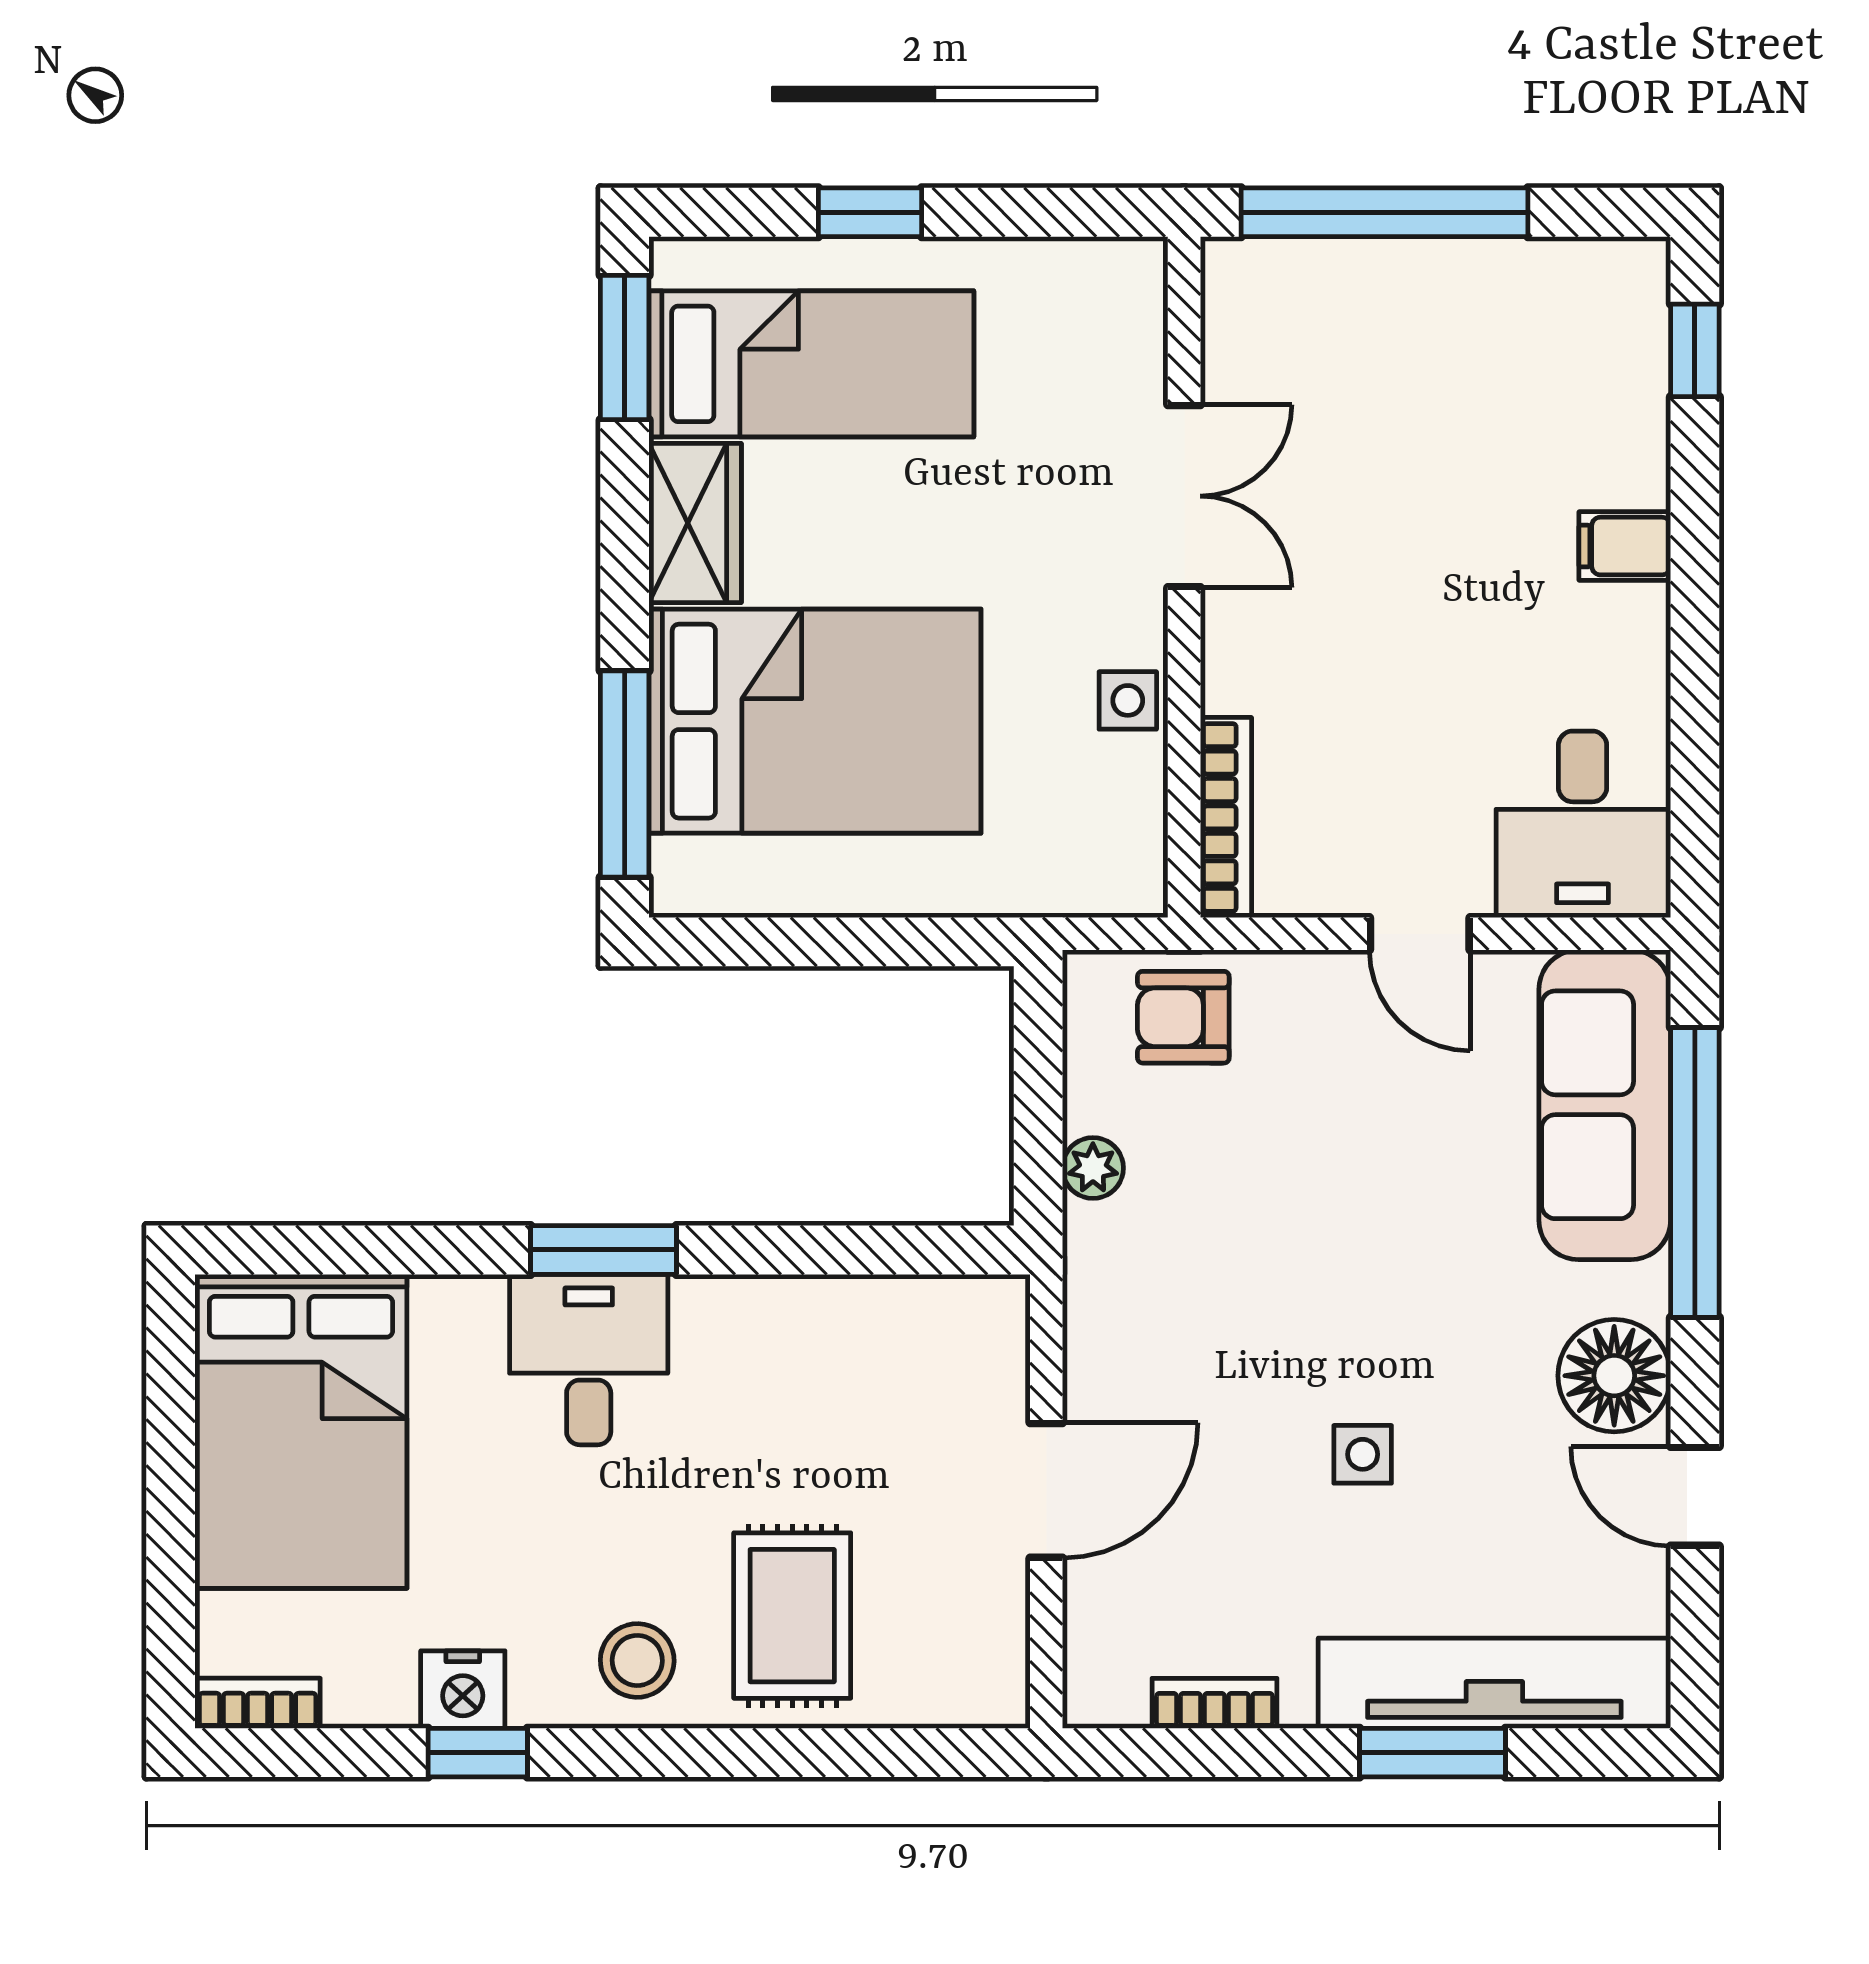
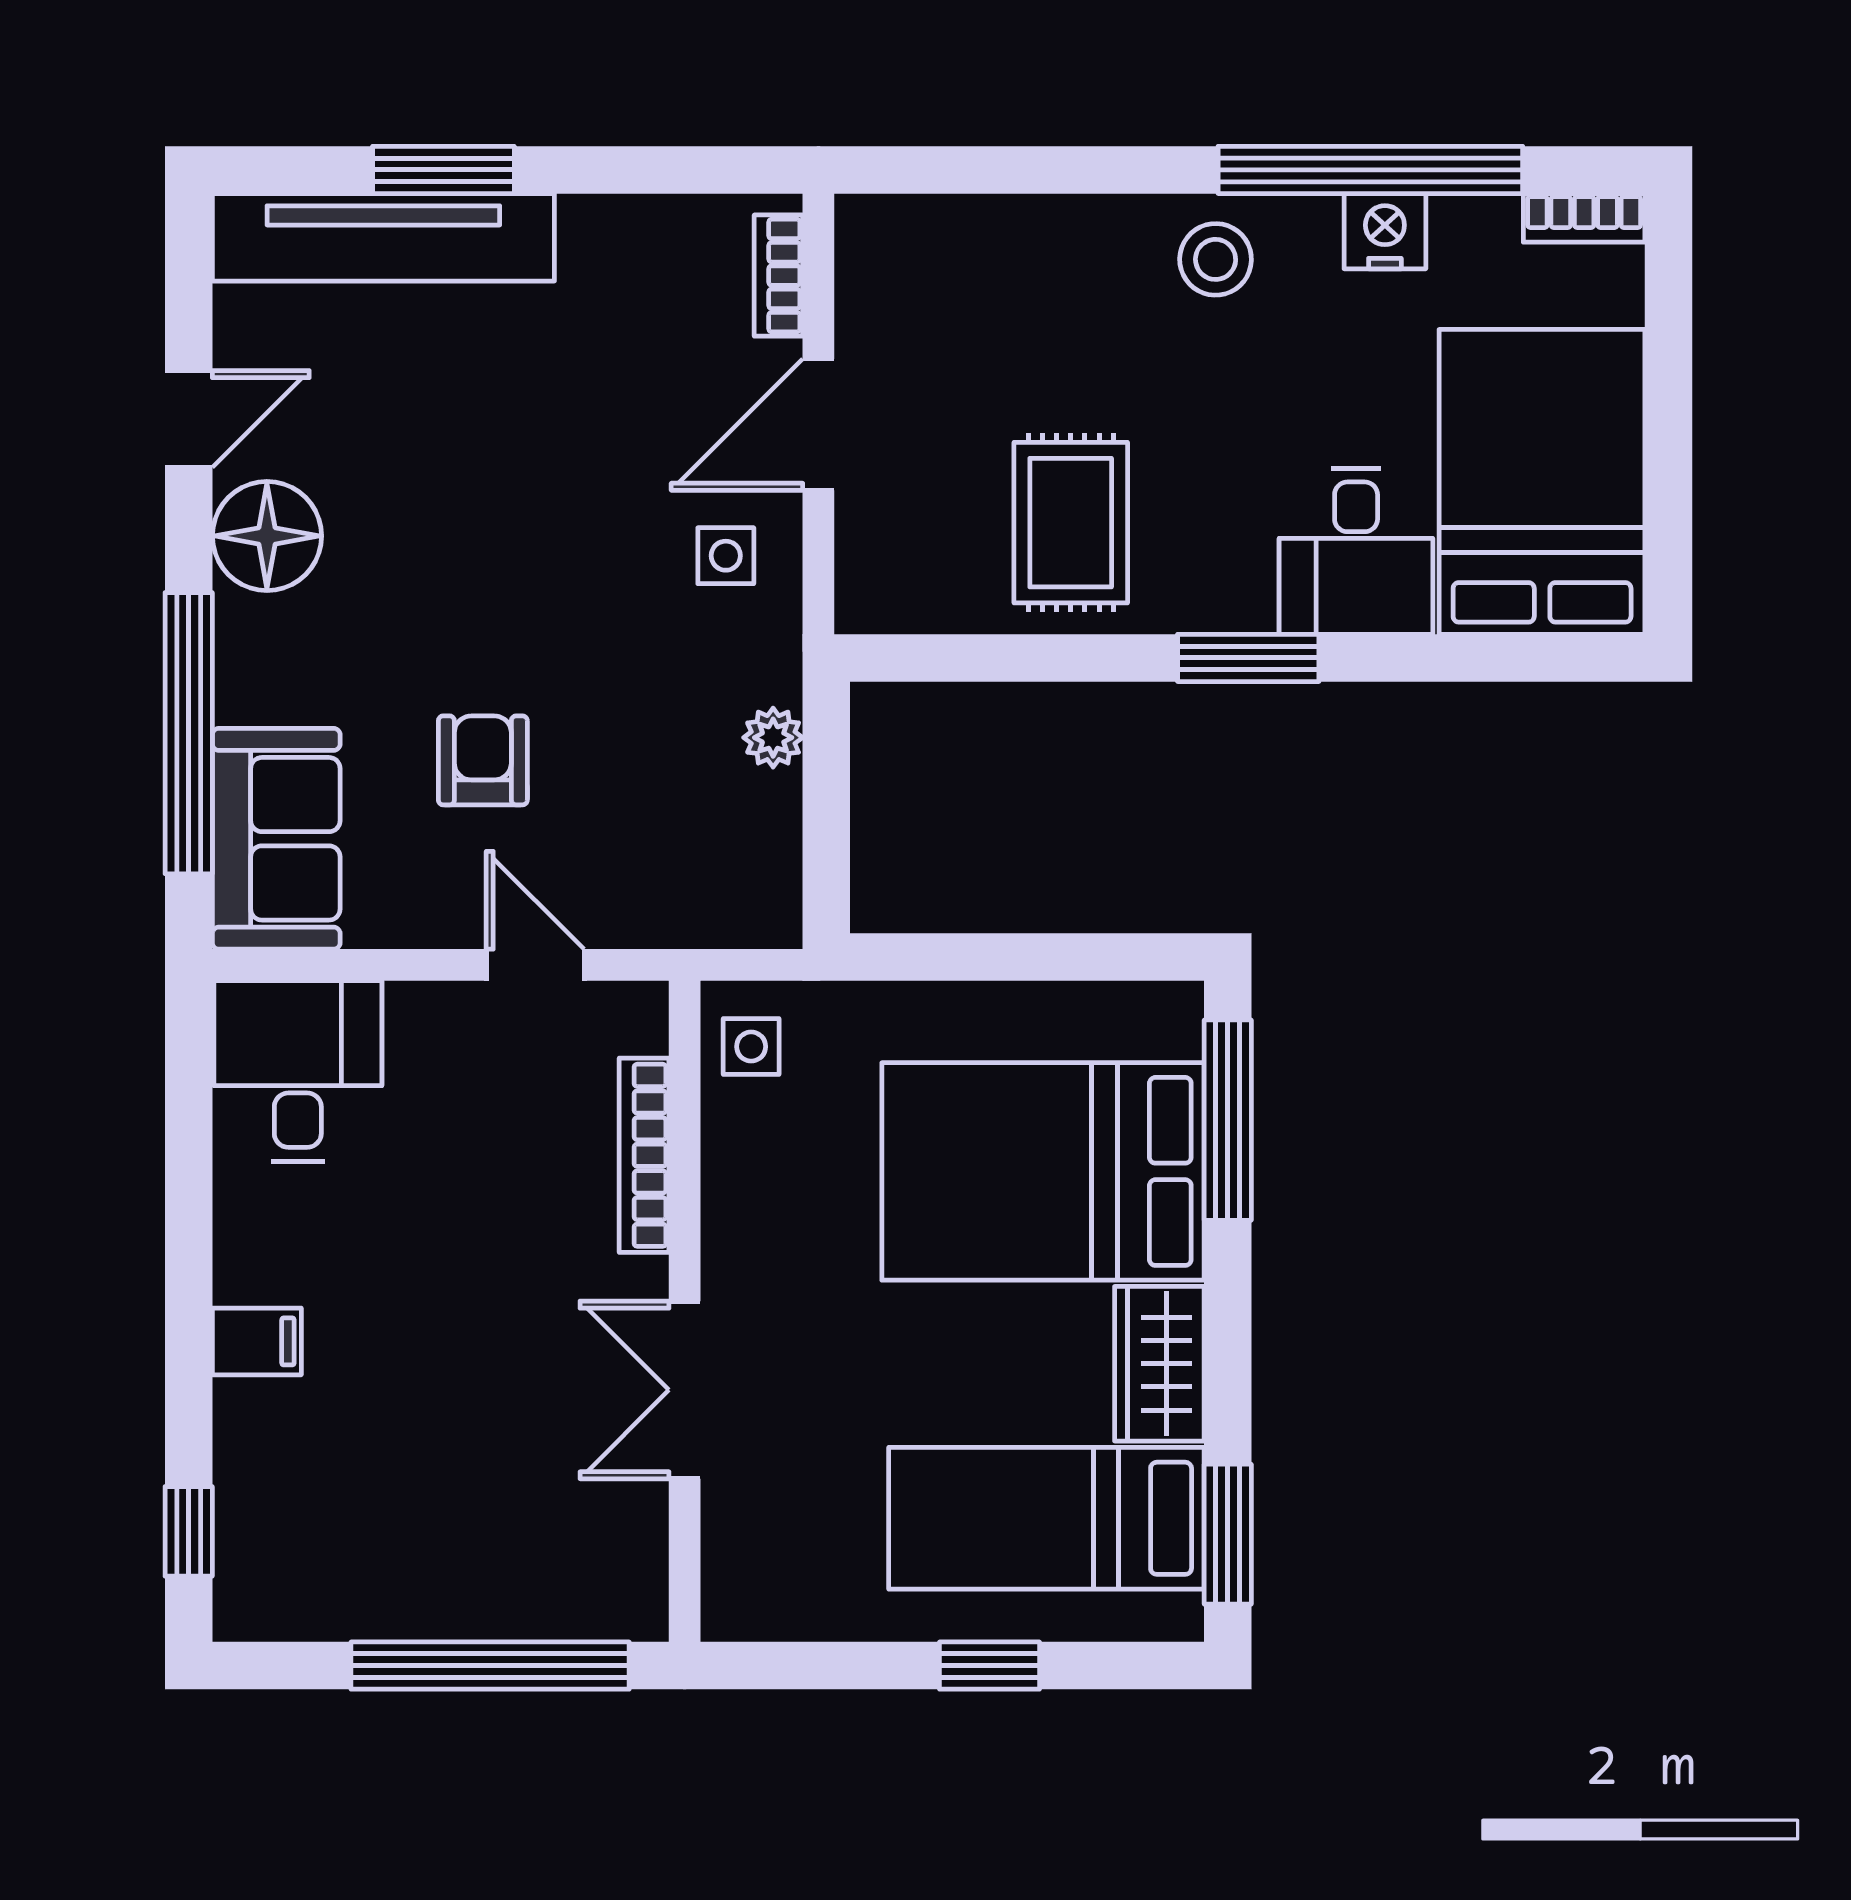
side table: (1128, 700) -> (751, 1047), moved
bookcase: (1226, 817) -> (644, 1155), moved
door: (1420, 934) -> (535, 965), moved
armchair: (1183, 1017) -> (483, 760), moved, turned -90
sofa: (1605, 1105) -> (276, 839), width x0.73
desk: (589, 1360) -> (1356, 552), moved
side table: (1363, 1454) -> (726, 556), moved
door: (1695, 1496) -> (189, 419), hinge flipped
rug: (792, 1616) -> (1071, 523), moved
bookcase: (1215, 1703) -> (778, 276), moved, turned 90
window: (478, 1753) -> (1370, 170), width x3.17

